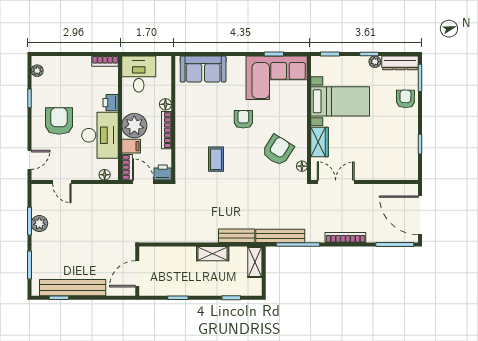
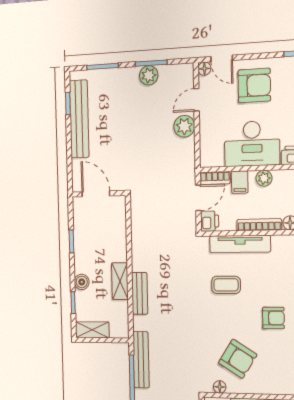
armchair: (59, 121) -> (254, 85), moved
plant: (134, 126) -> (264, 178), width x0.53, depth x0.53
tv unit: (182, 147) -> (240, 244), added
floor lamp: (105, 175) -> (204, 69), moved
plant: (83, 193) -> (184, 126), added
bench: (237, 236) -> (140, 293), moved
shelving: (255, 262) -> (92, 330), moved
boiler: (213, 289) -> (82, 282), added

